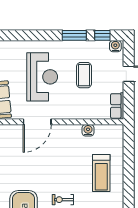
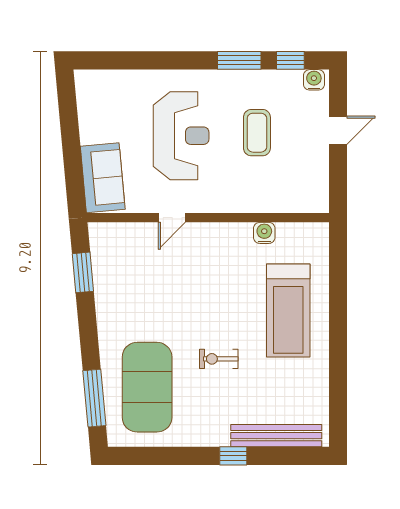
row of seats: (117, 106) -> (317, 189), removed
door: (37, 122) -> (172, 218), width x0.53
treadmill: (101, 173) -> (288, 311), width x1.37, depth x1.38

